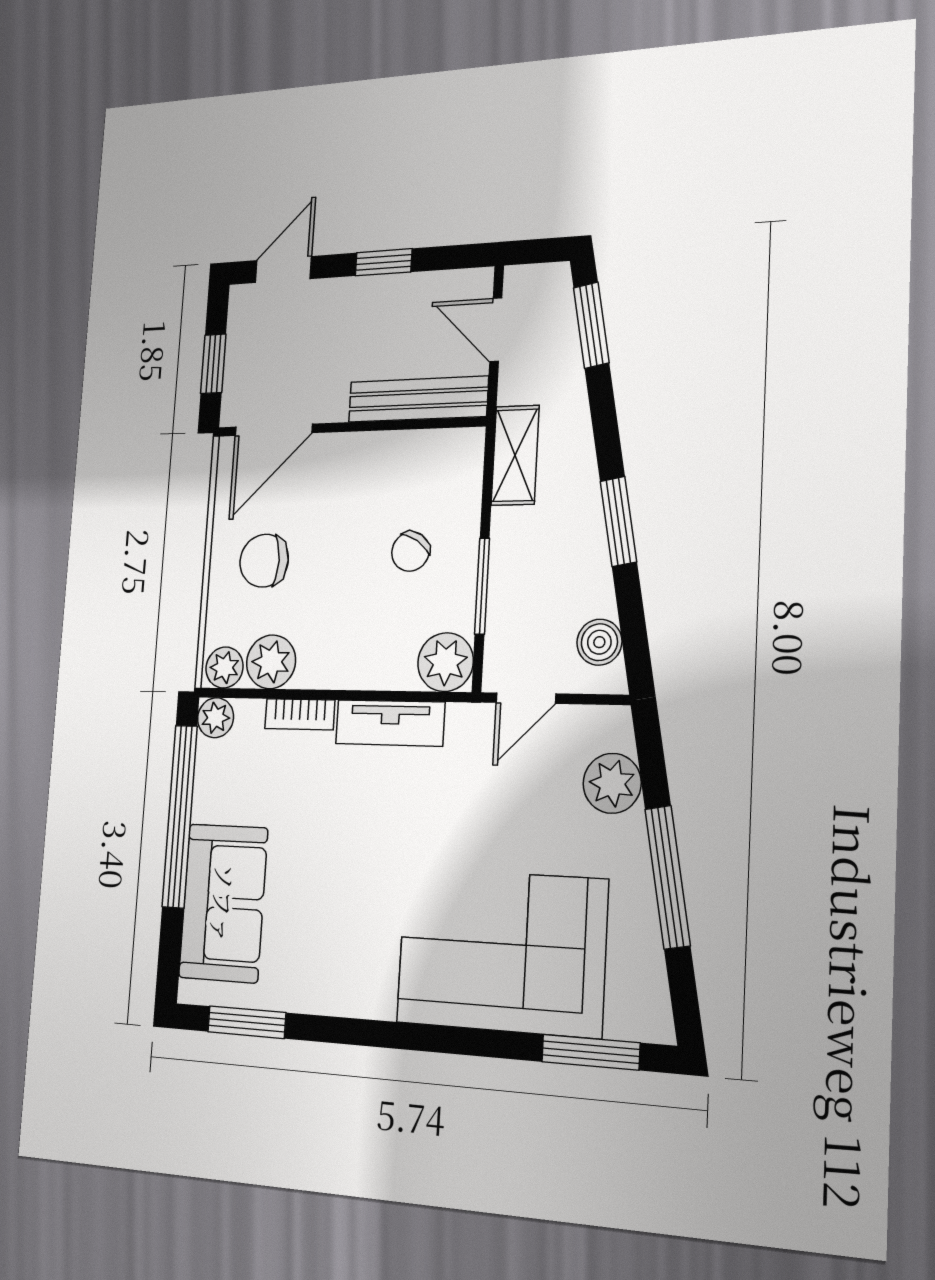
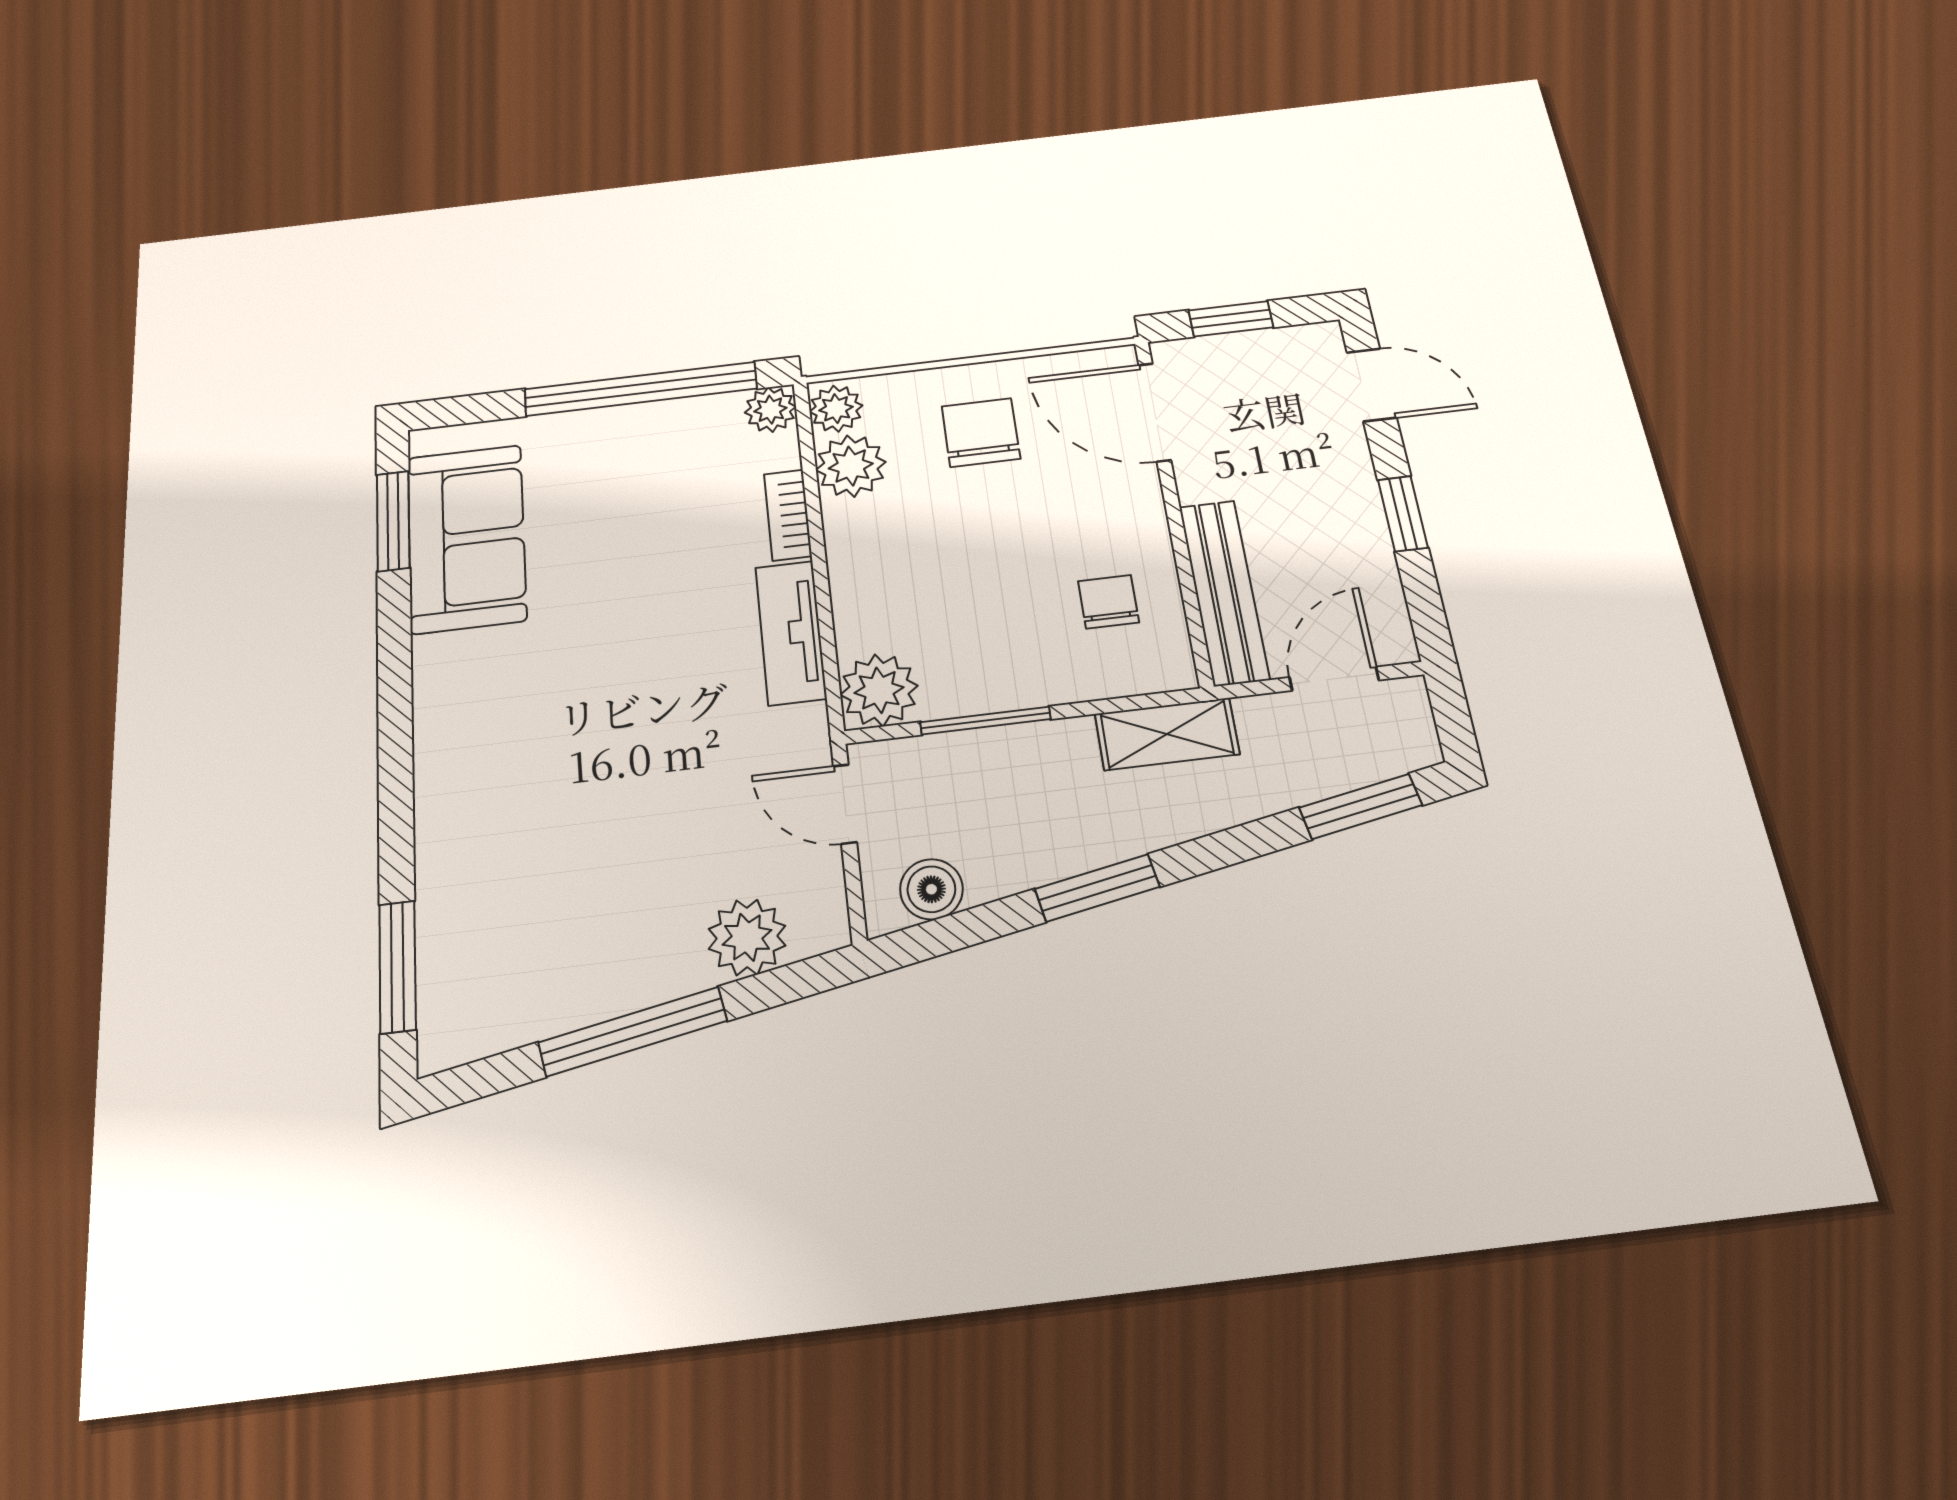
chair: (410, 551) -> (1108, 602), moved, turned 56
sofa: (223, 903) -> (466, 538), moved, turned -90
corner sofa: (501, 952) -> (514, 828), removed

